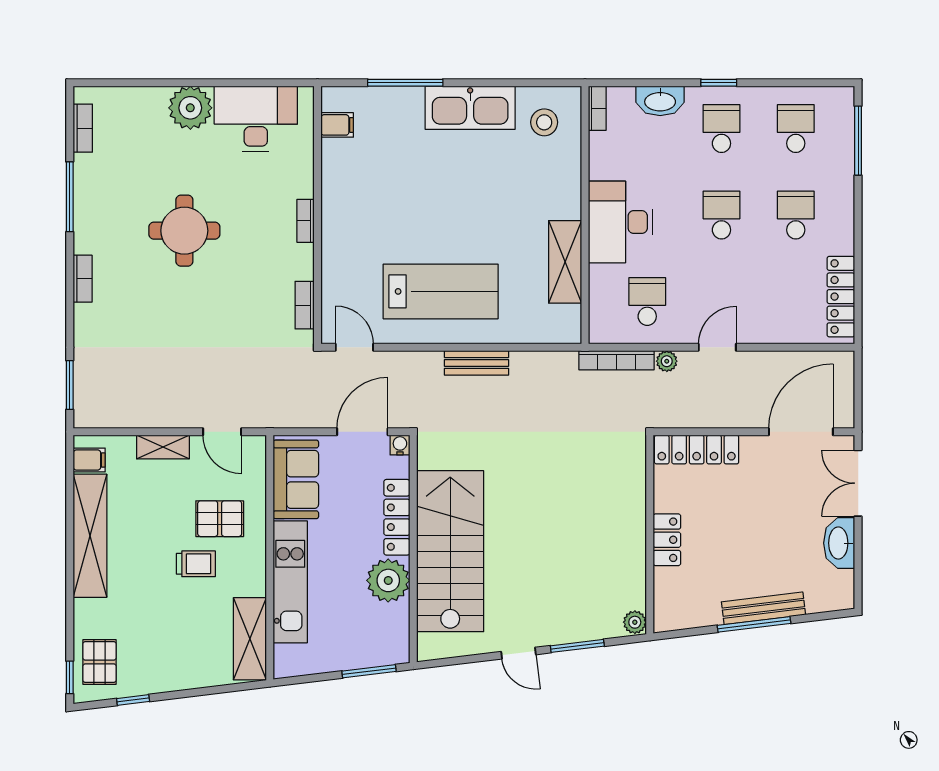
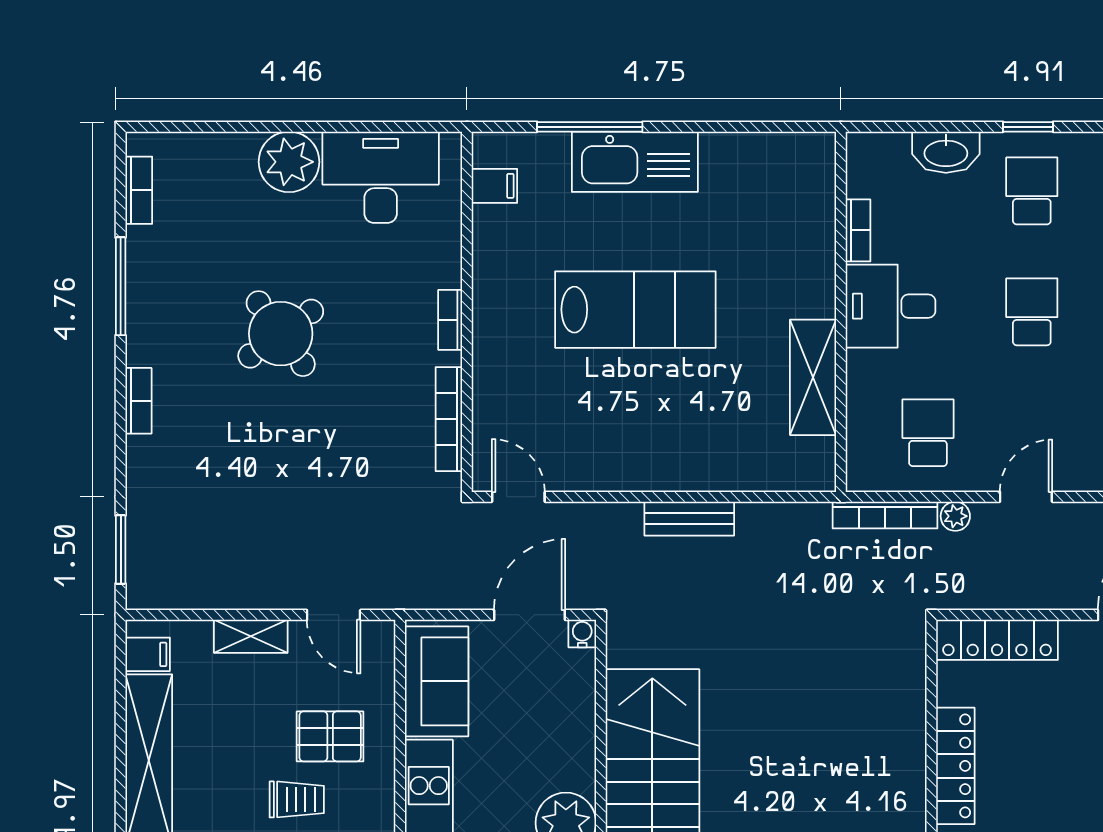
kitchen sink: (470, 108) -> (635, 162), moved
bookcase: (597, 108) -> (858, 230), moved
stool: (544, 122) -> (784, 182), removed
desk: (620, 222) -> (890, 306), width x0.73
round table: (184, 231) -> (281, 334), turned -36
lab bench: (441, 291) -> (635, 310), moved
bookcase: (305, 305) -> (449, 419), width x1.56
locker: (397, 517) -> (578, 734), removed
locker: (667, 540) -> (955, 766), width x1.53

